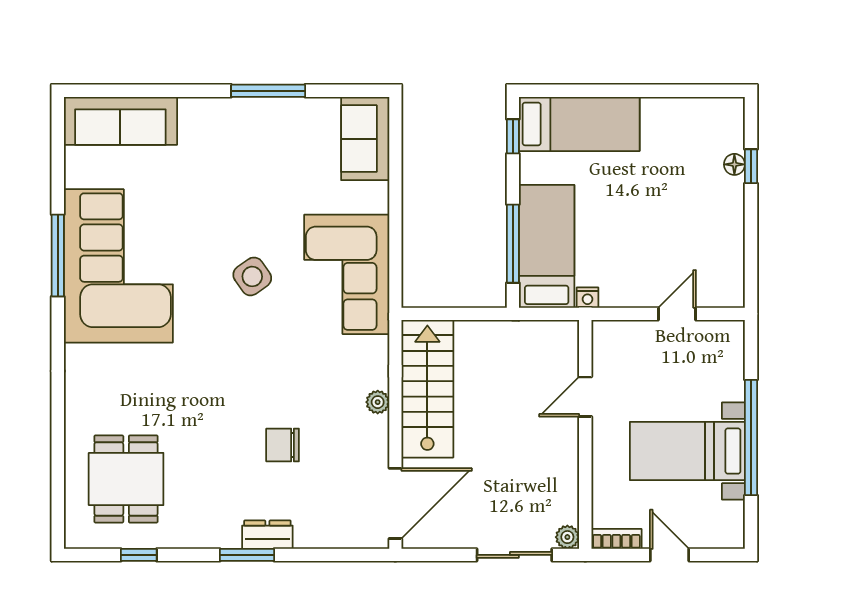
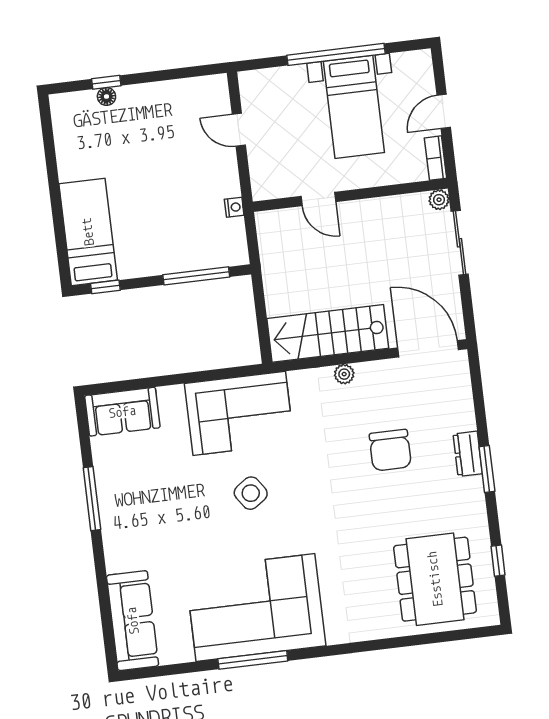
bed: (547, 246) -> (195, 247), removed
chair: (283, 445) -> (390, 450), width x1.37, depth x1.37
dining table: (126, 479) -> (435, 579), width x1.38

